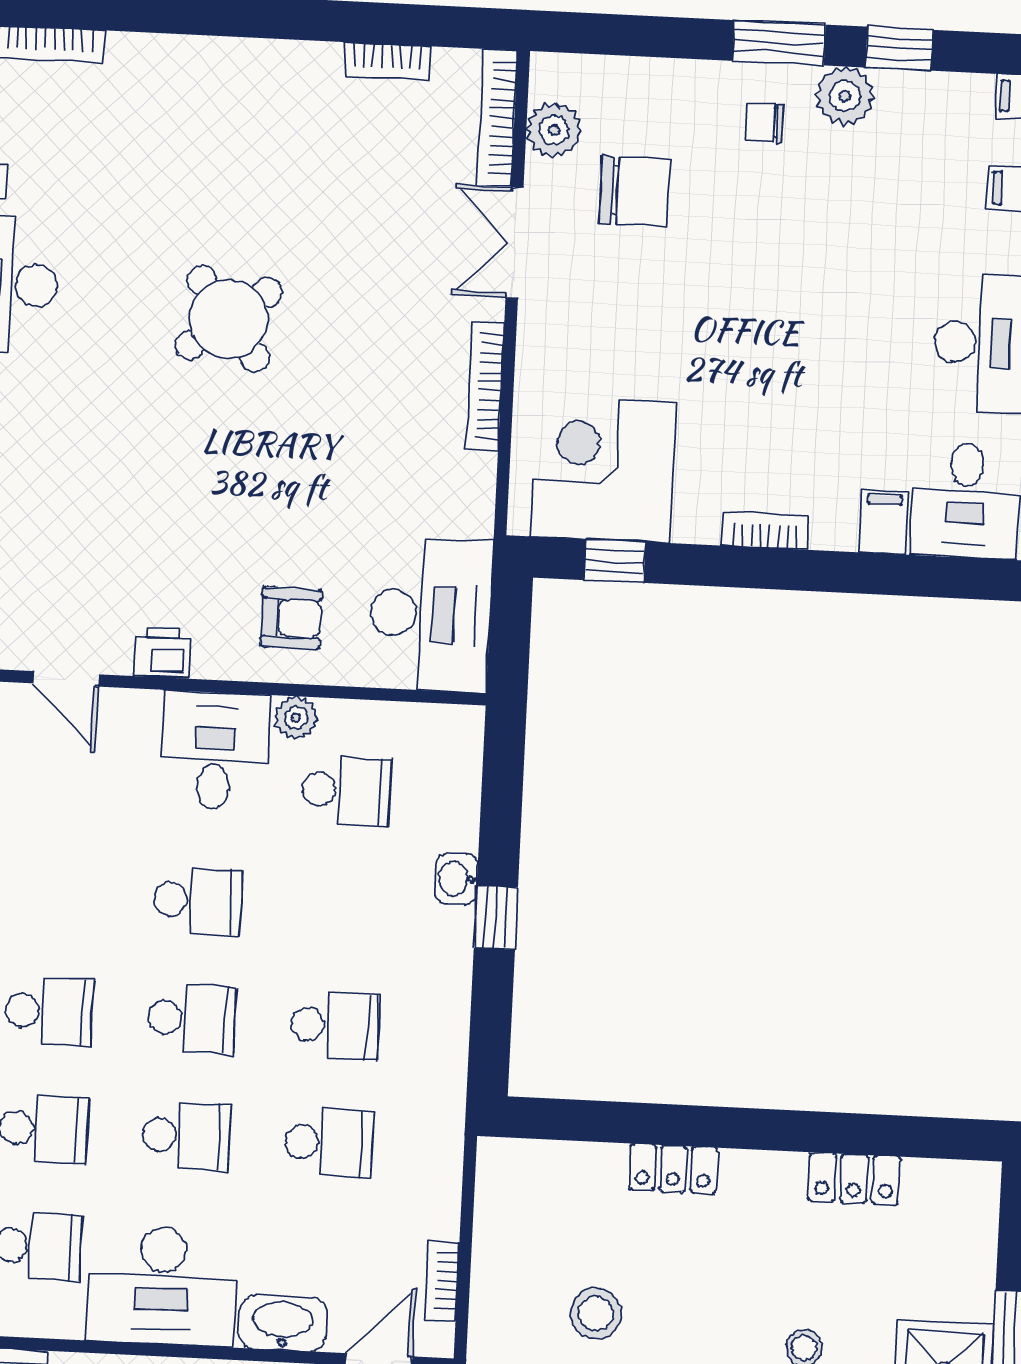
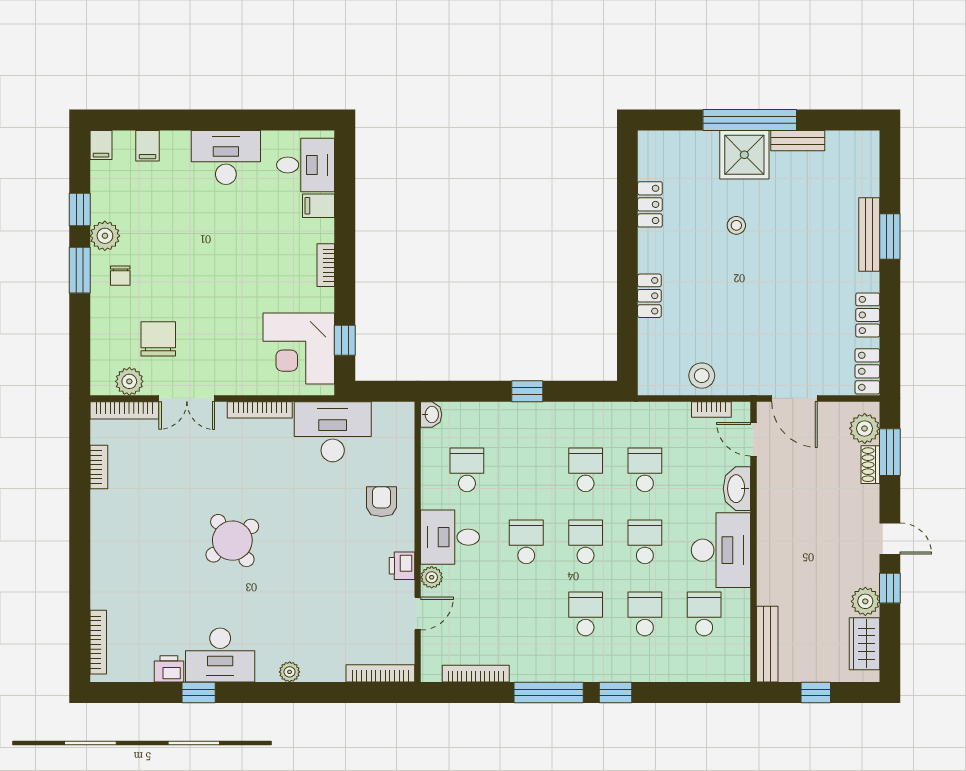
desk: (430, 614) -> (333, 432), moved
plant: (296, 718) -> (432, 577), moved
washbasin: (456, 879) -> (431, 415), moved, turned -90
stool: (596, 1313) -> (702, 376), moved

